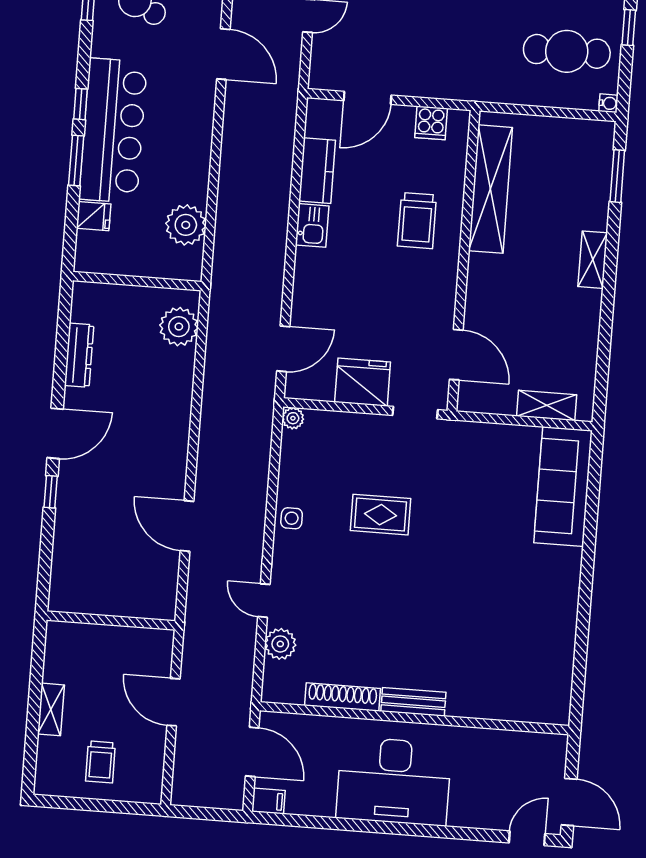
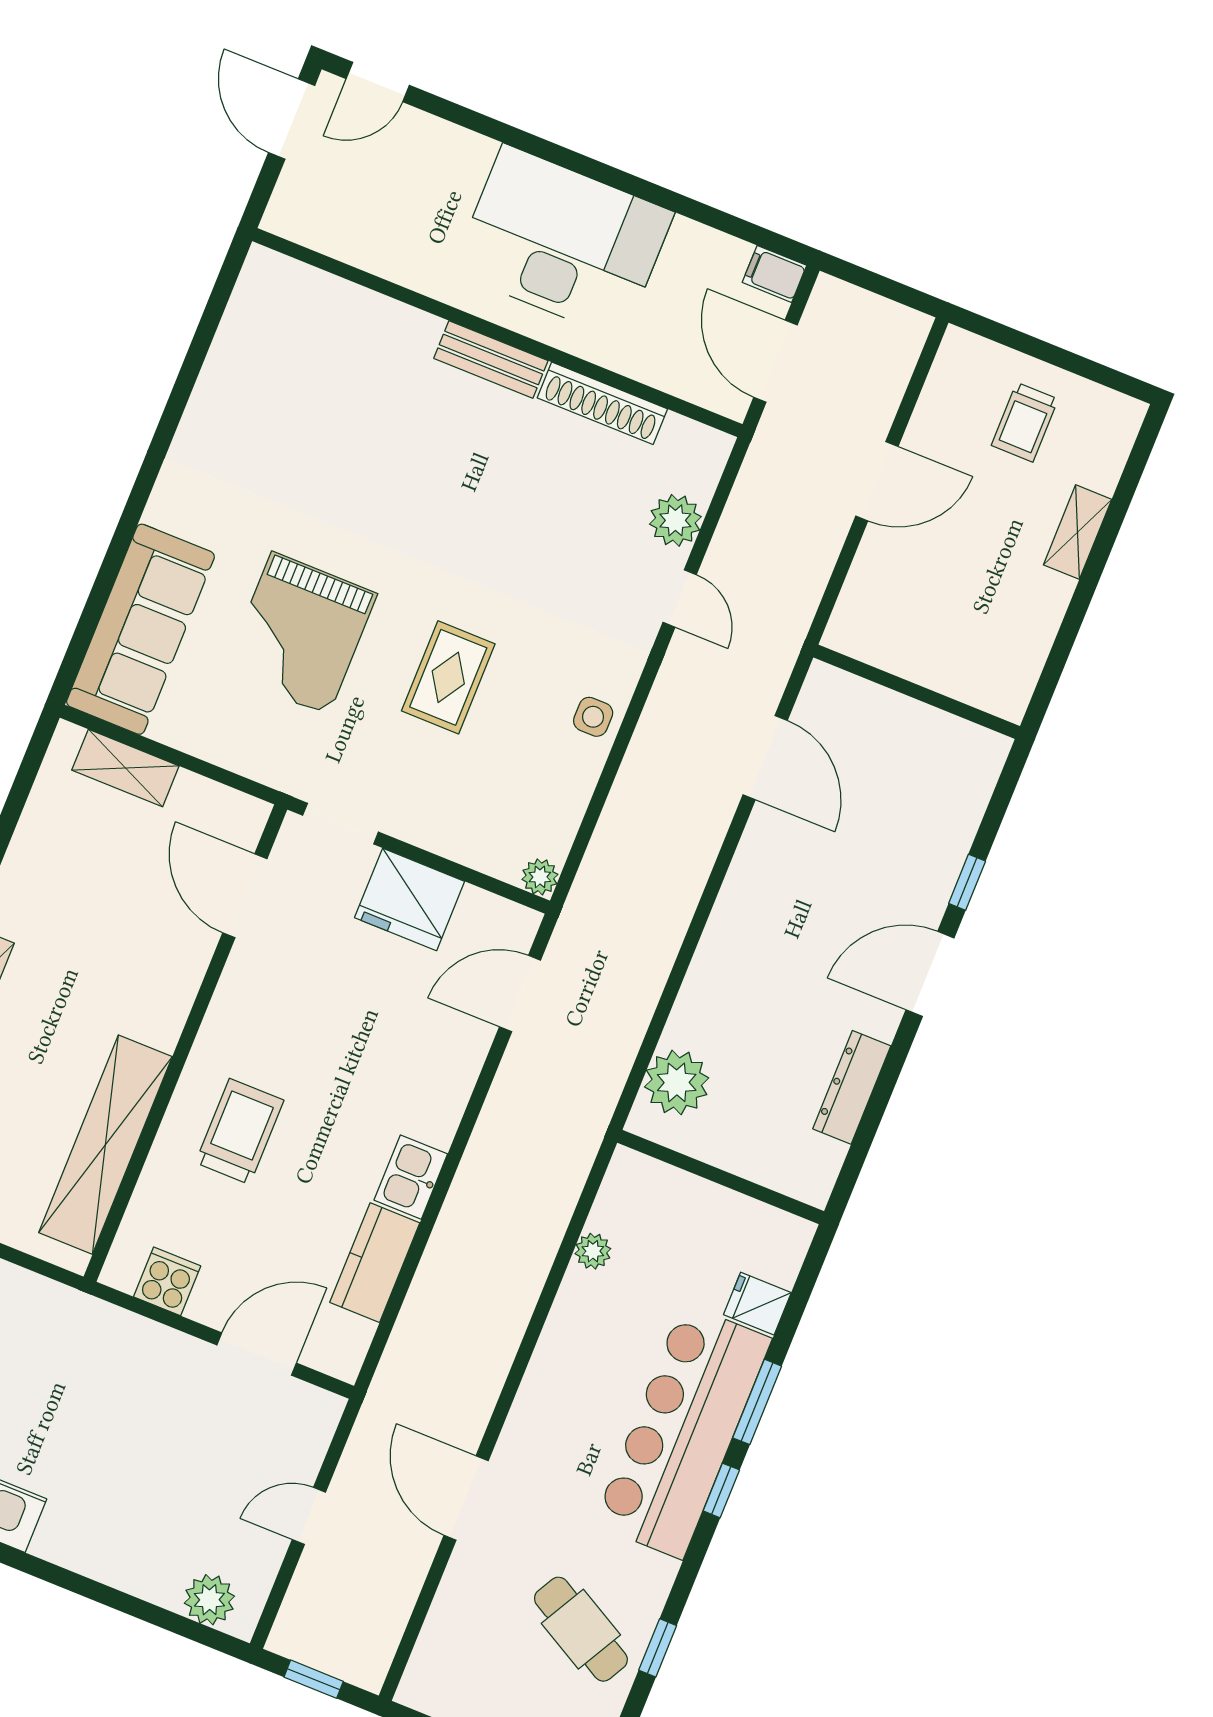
plant: (186, 225) -> (593, 1251), width x0.53, depth x0.53
grand piano: (472, 513) -> (300, 633), added
rug: (380, 515) -> (448, 677), turned 90
wall: (111, 620) -> (917, 692), moved
door: (173, 702) -> (877, 481), hinge flipped
trolley: (100, 762) -> (1025, 422), turned 180

